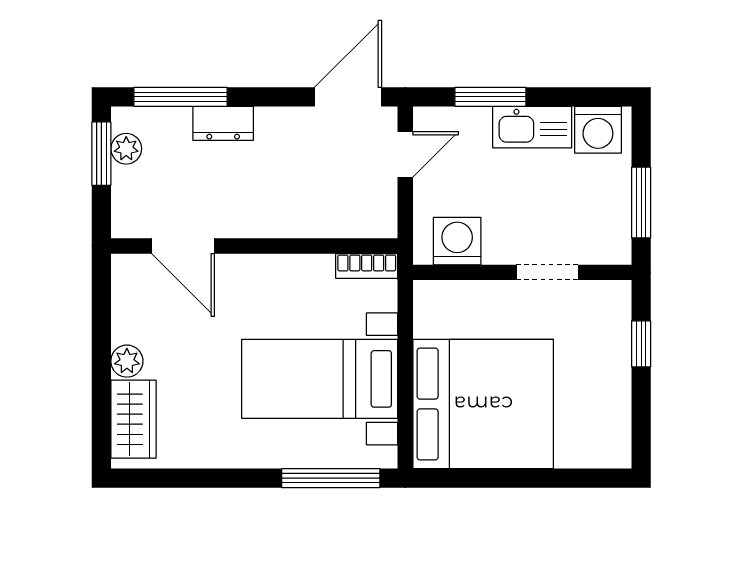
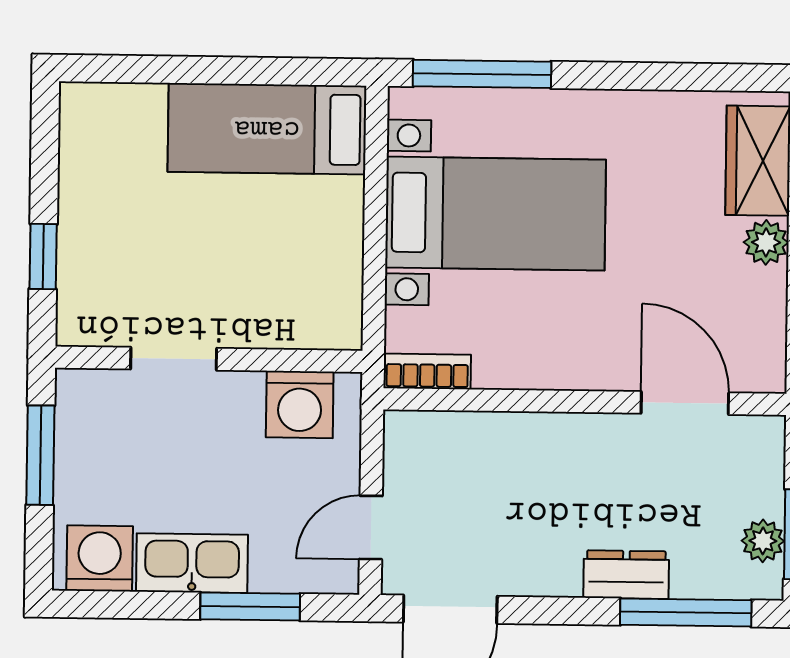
bed: (483, 404) -> (267, 129), width x0.49

